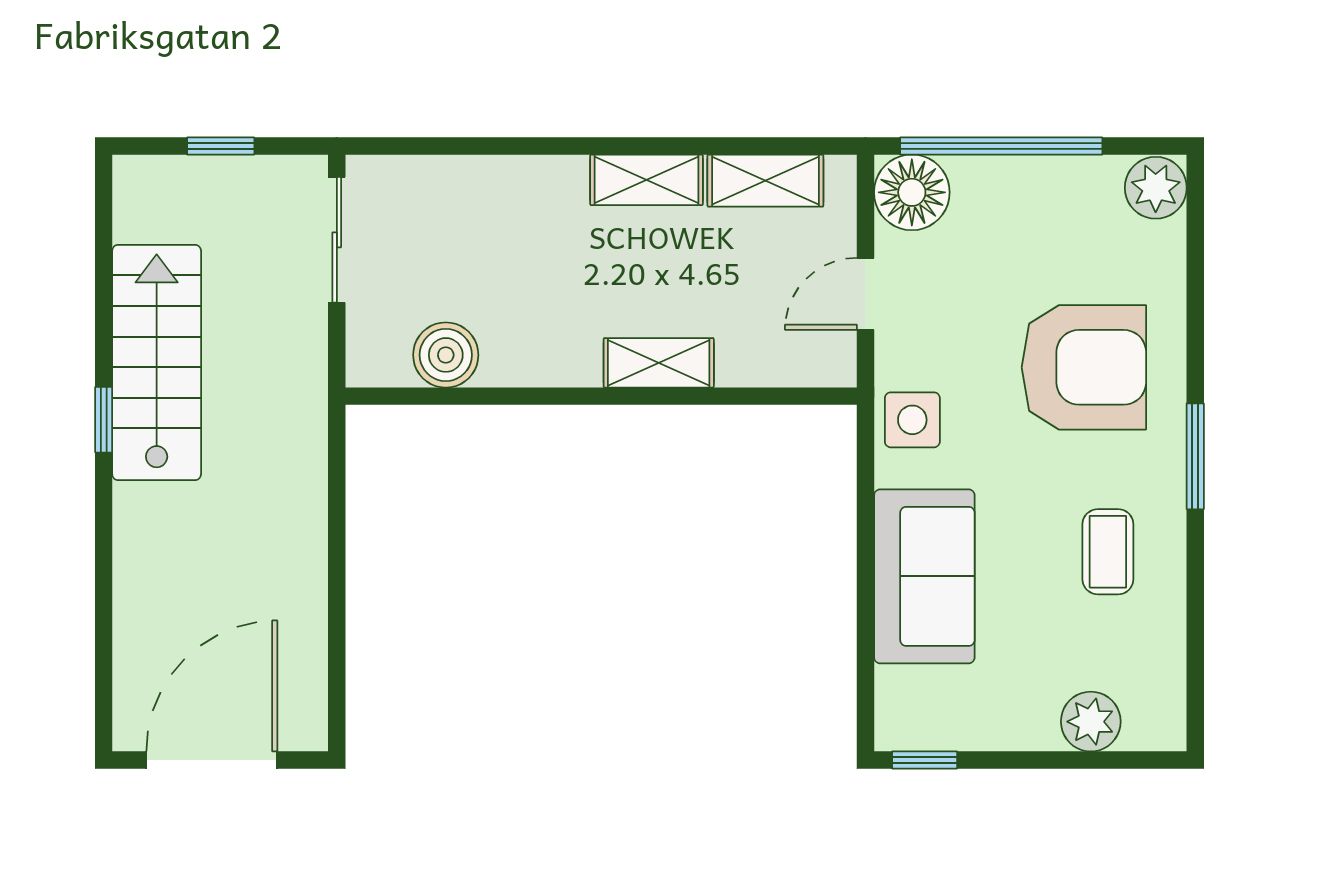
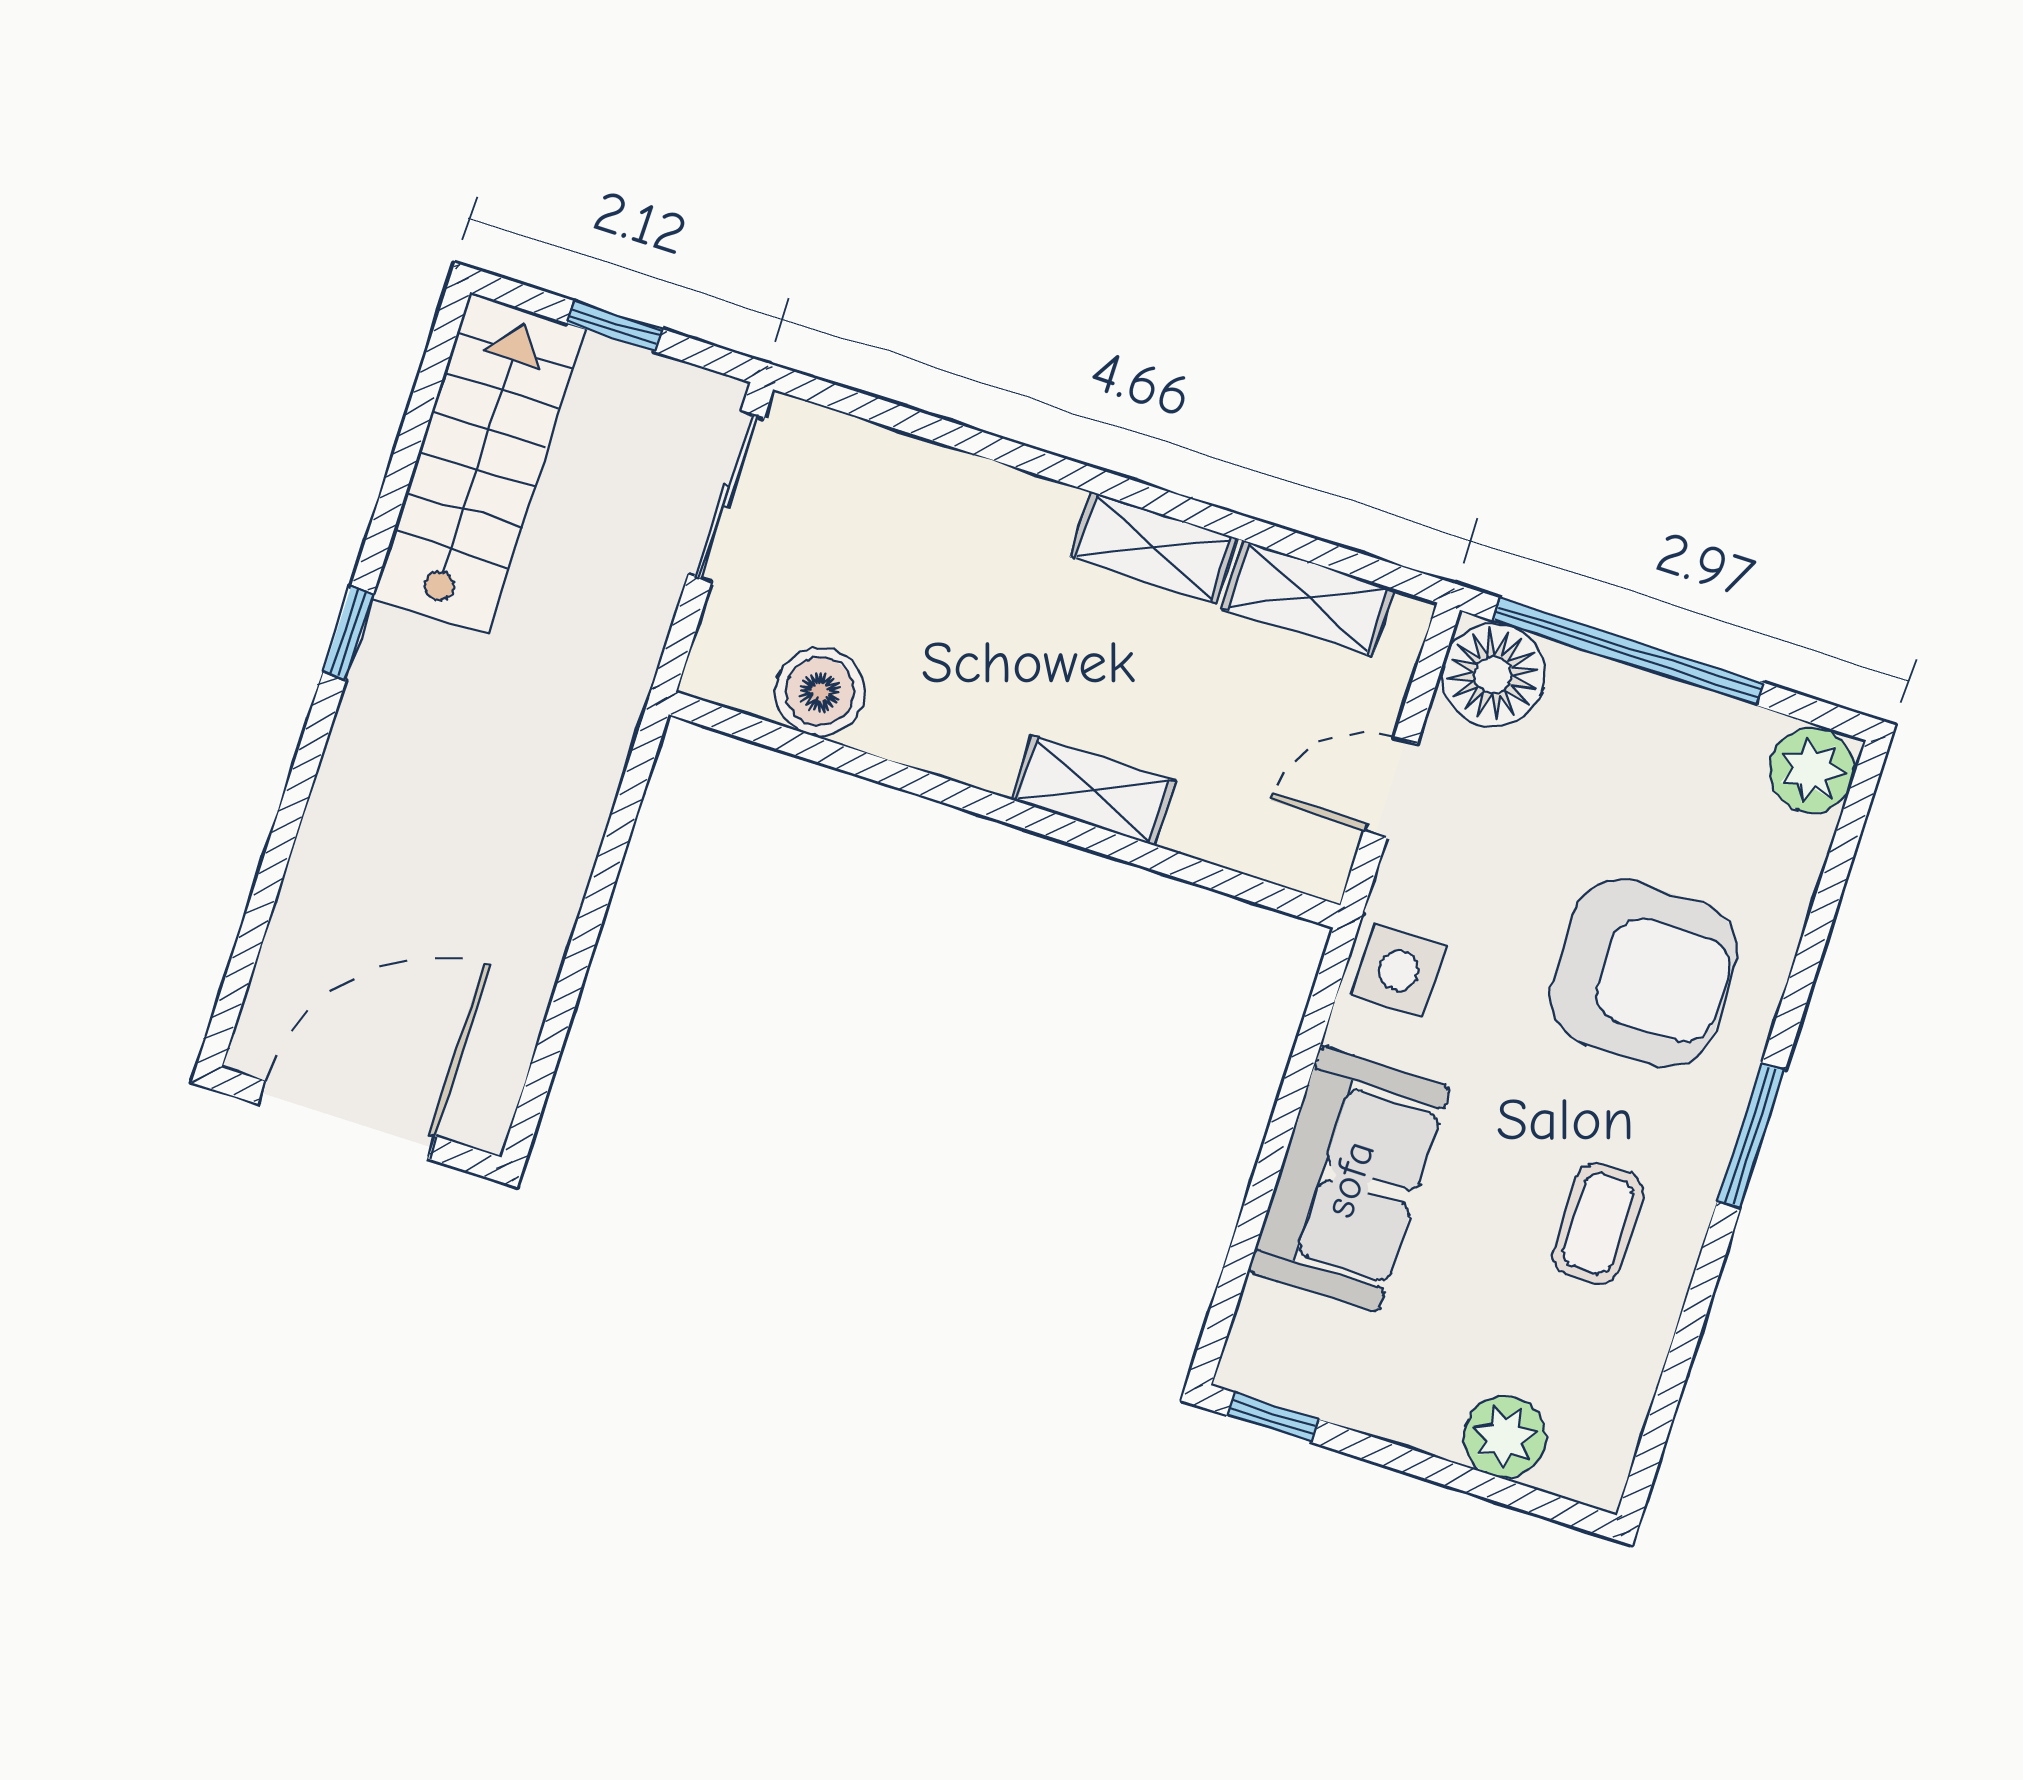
stairs: (157, 362) -> (479, 463), moved

